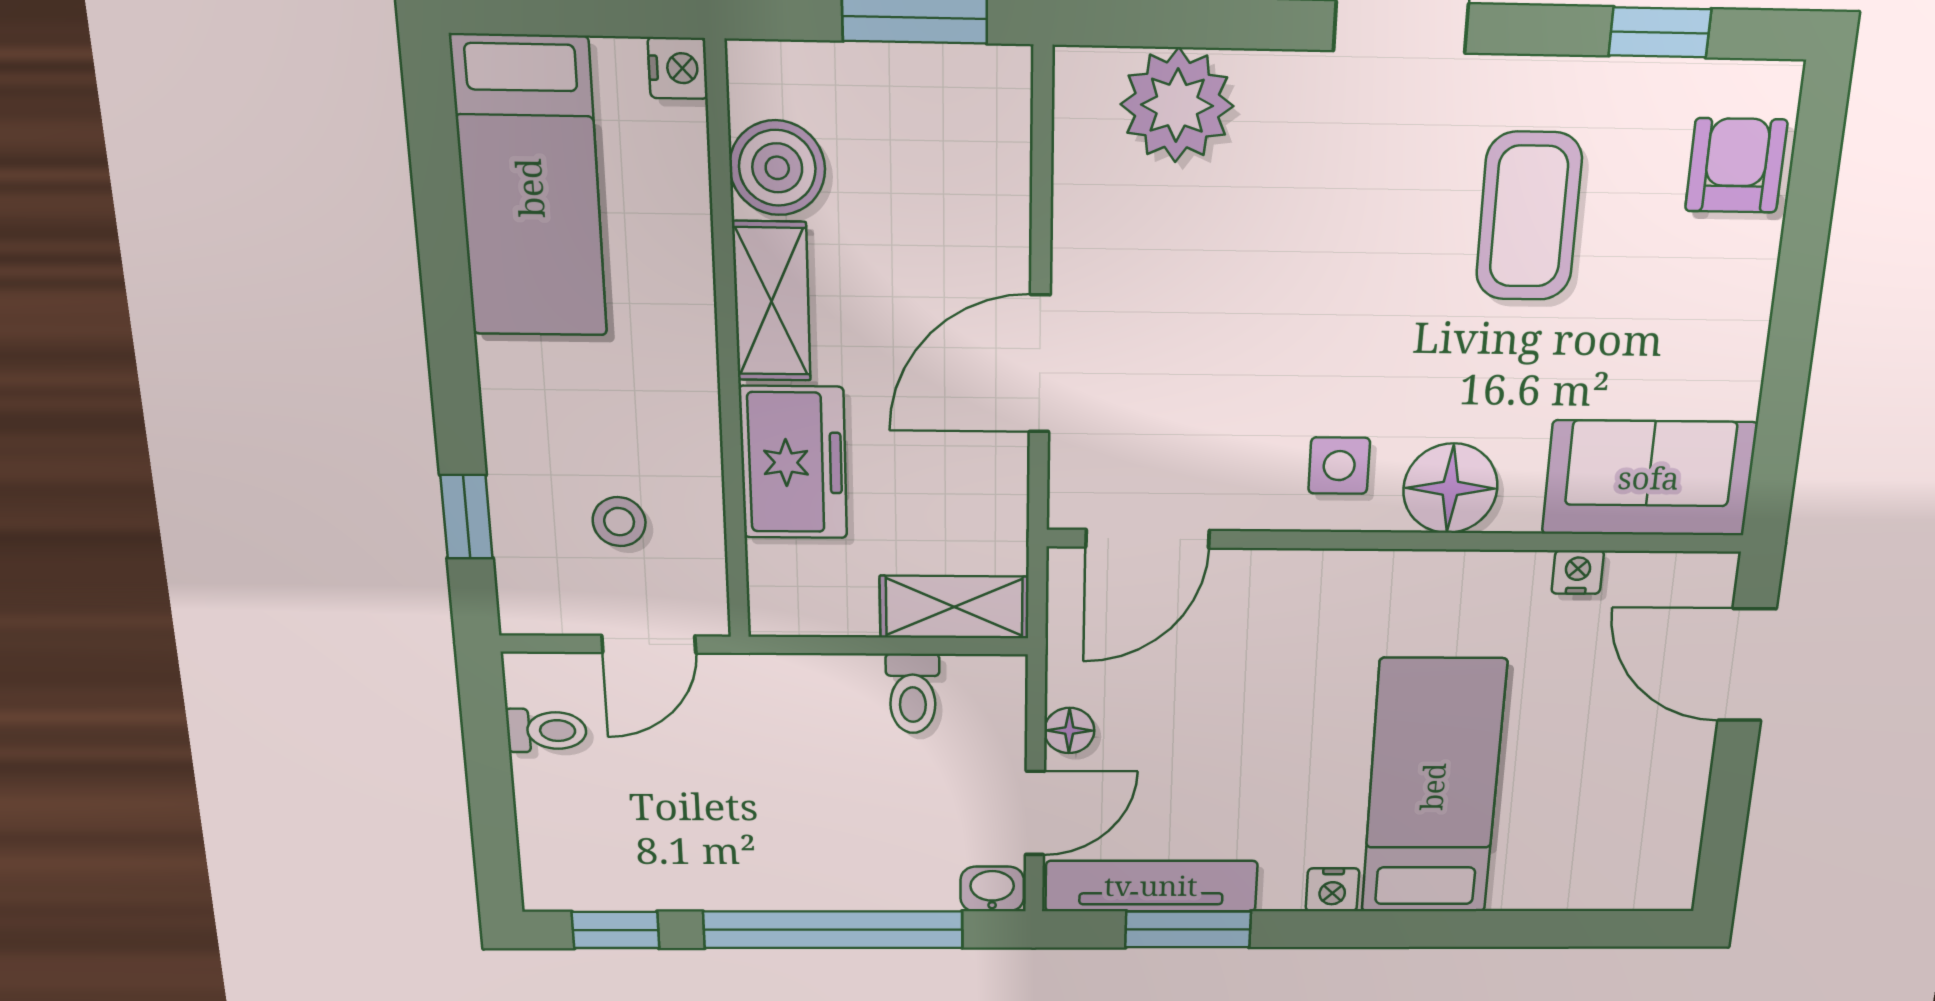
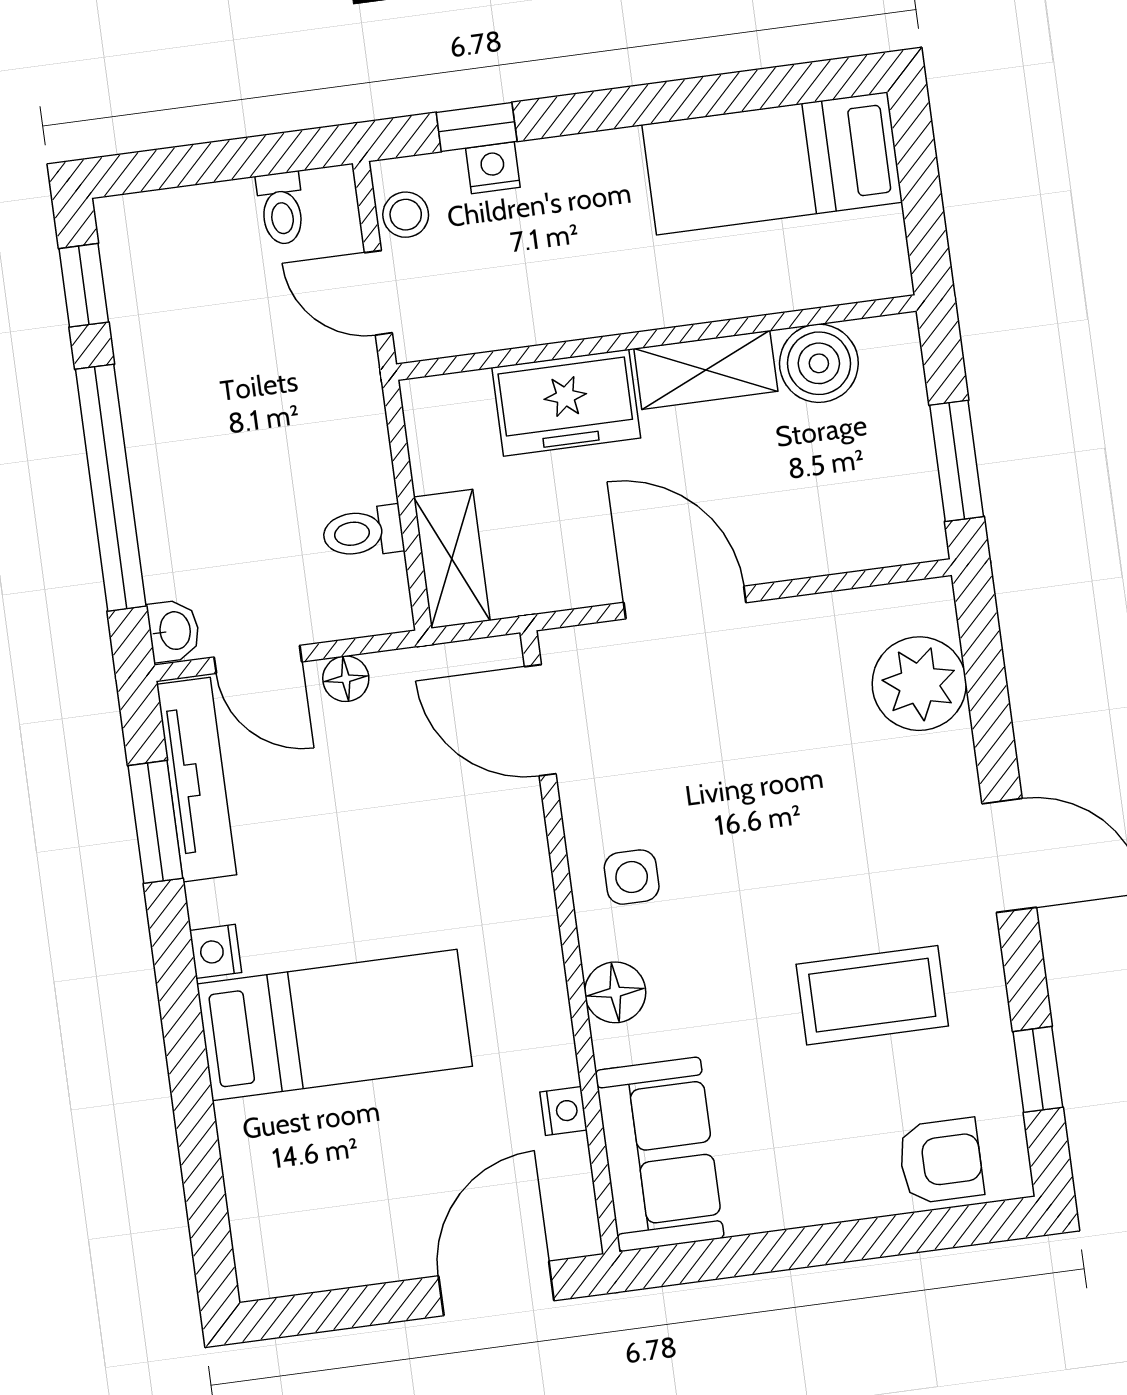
nightstand: (678, 68) -> (493, 168), moved, turned 180
floor lamp: (1450, 488) -> (615, 992), width x0.73, depth x0.73
stool: (619, 522) -> (406, 215), moved

